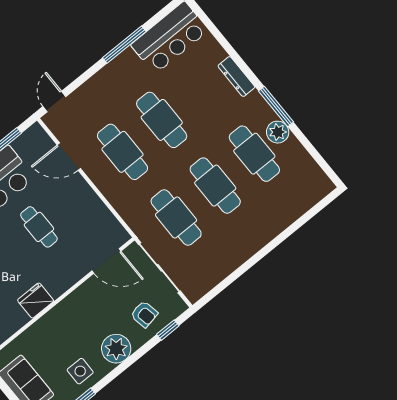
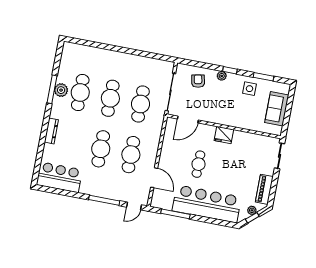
window: (124, 45) -> (104, 200), moved
window: (276, 107) -> (52, 89), moved
door: (106, 261) -> (188, 119), swing flipped
fridge: (36, 301) -> (224, 135), moved
window: (168, 330) -> (230, 70), moved
plant: (116, 349) -> (222, 76), width x0.53, depth x0.53

